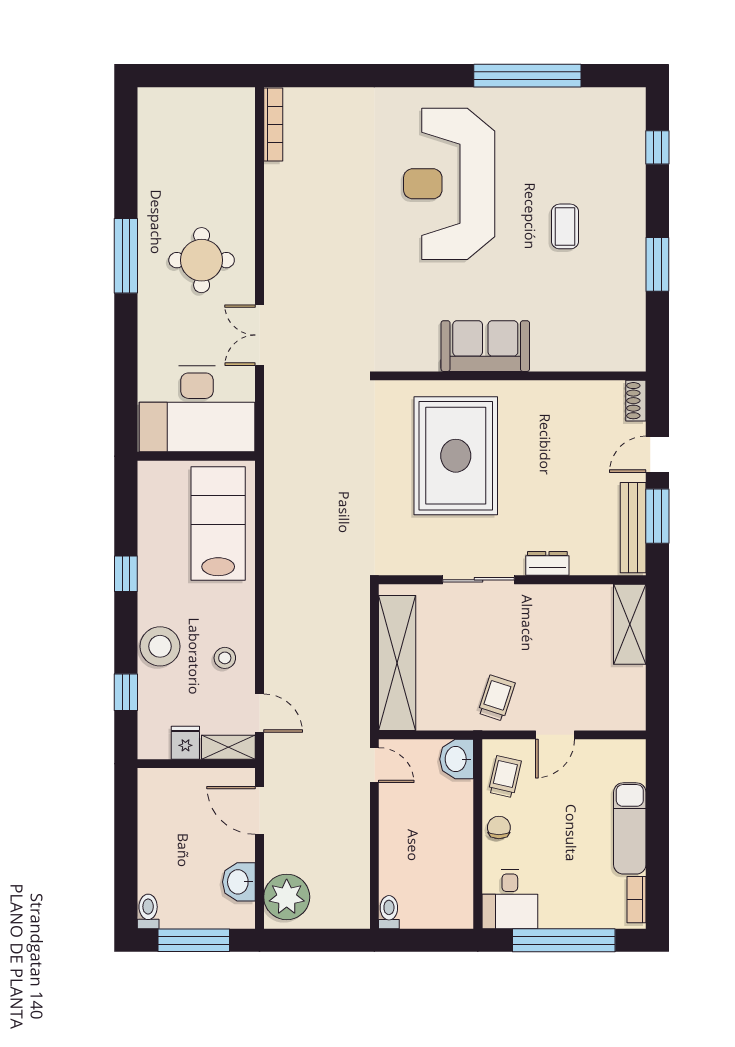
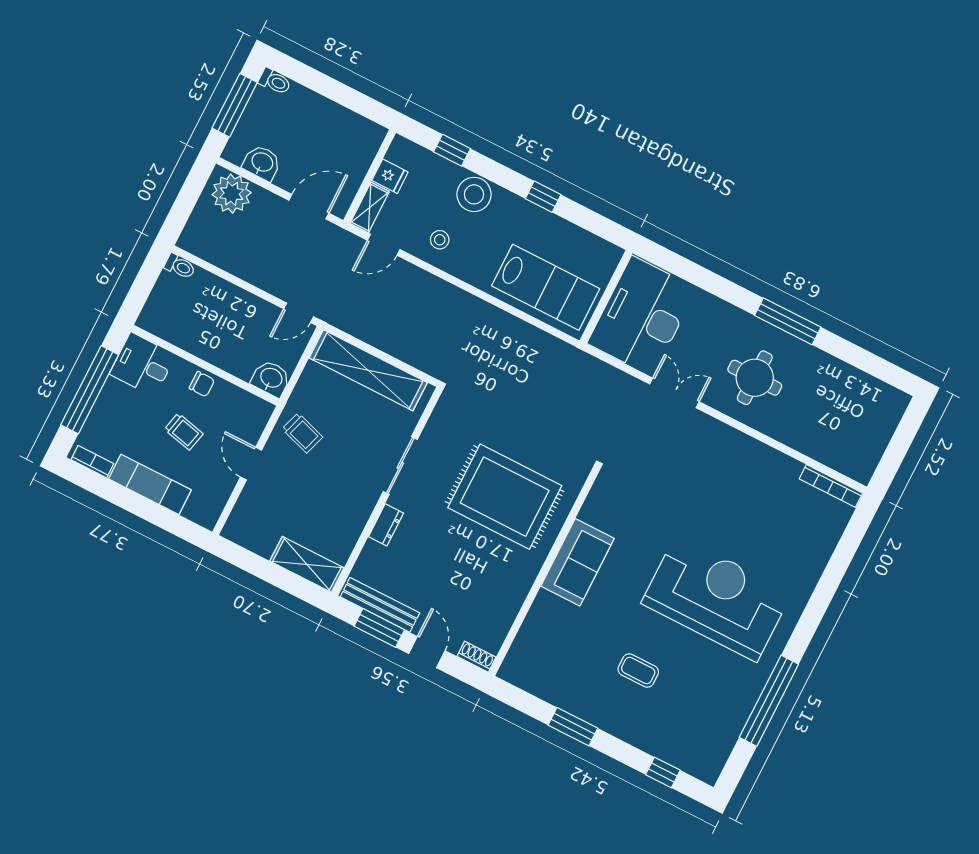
trolley: (505, 777) -> (184, 432), moved

